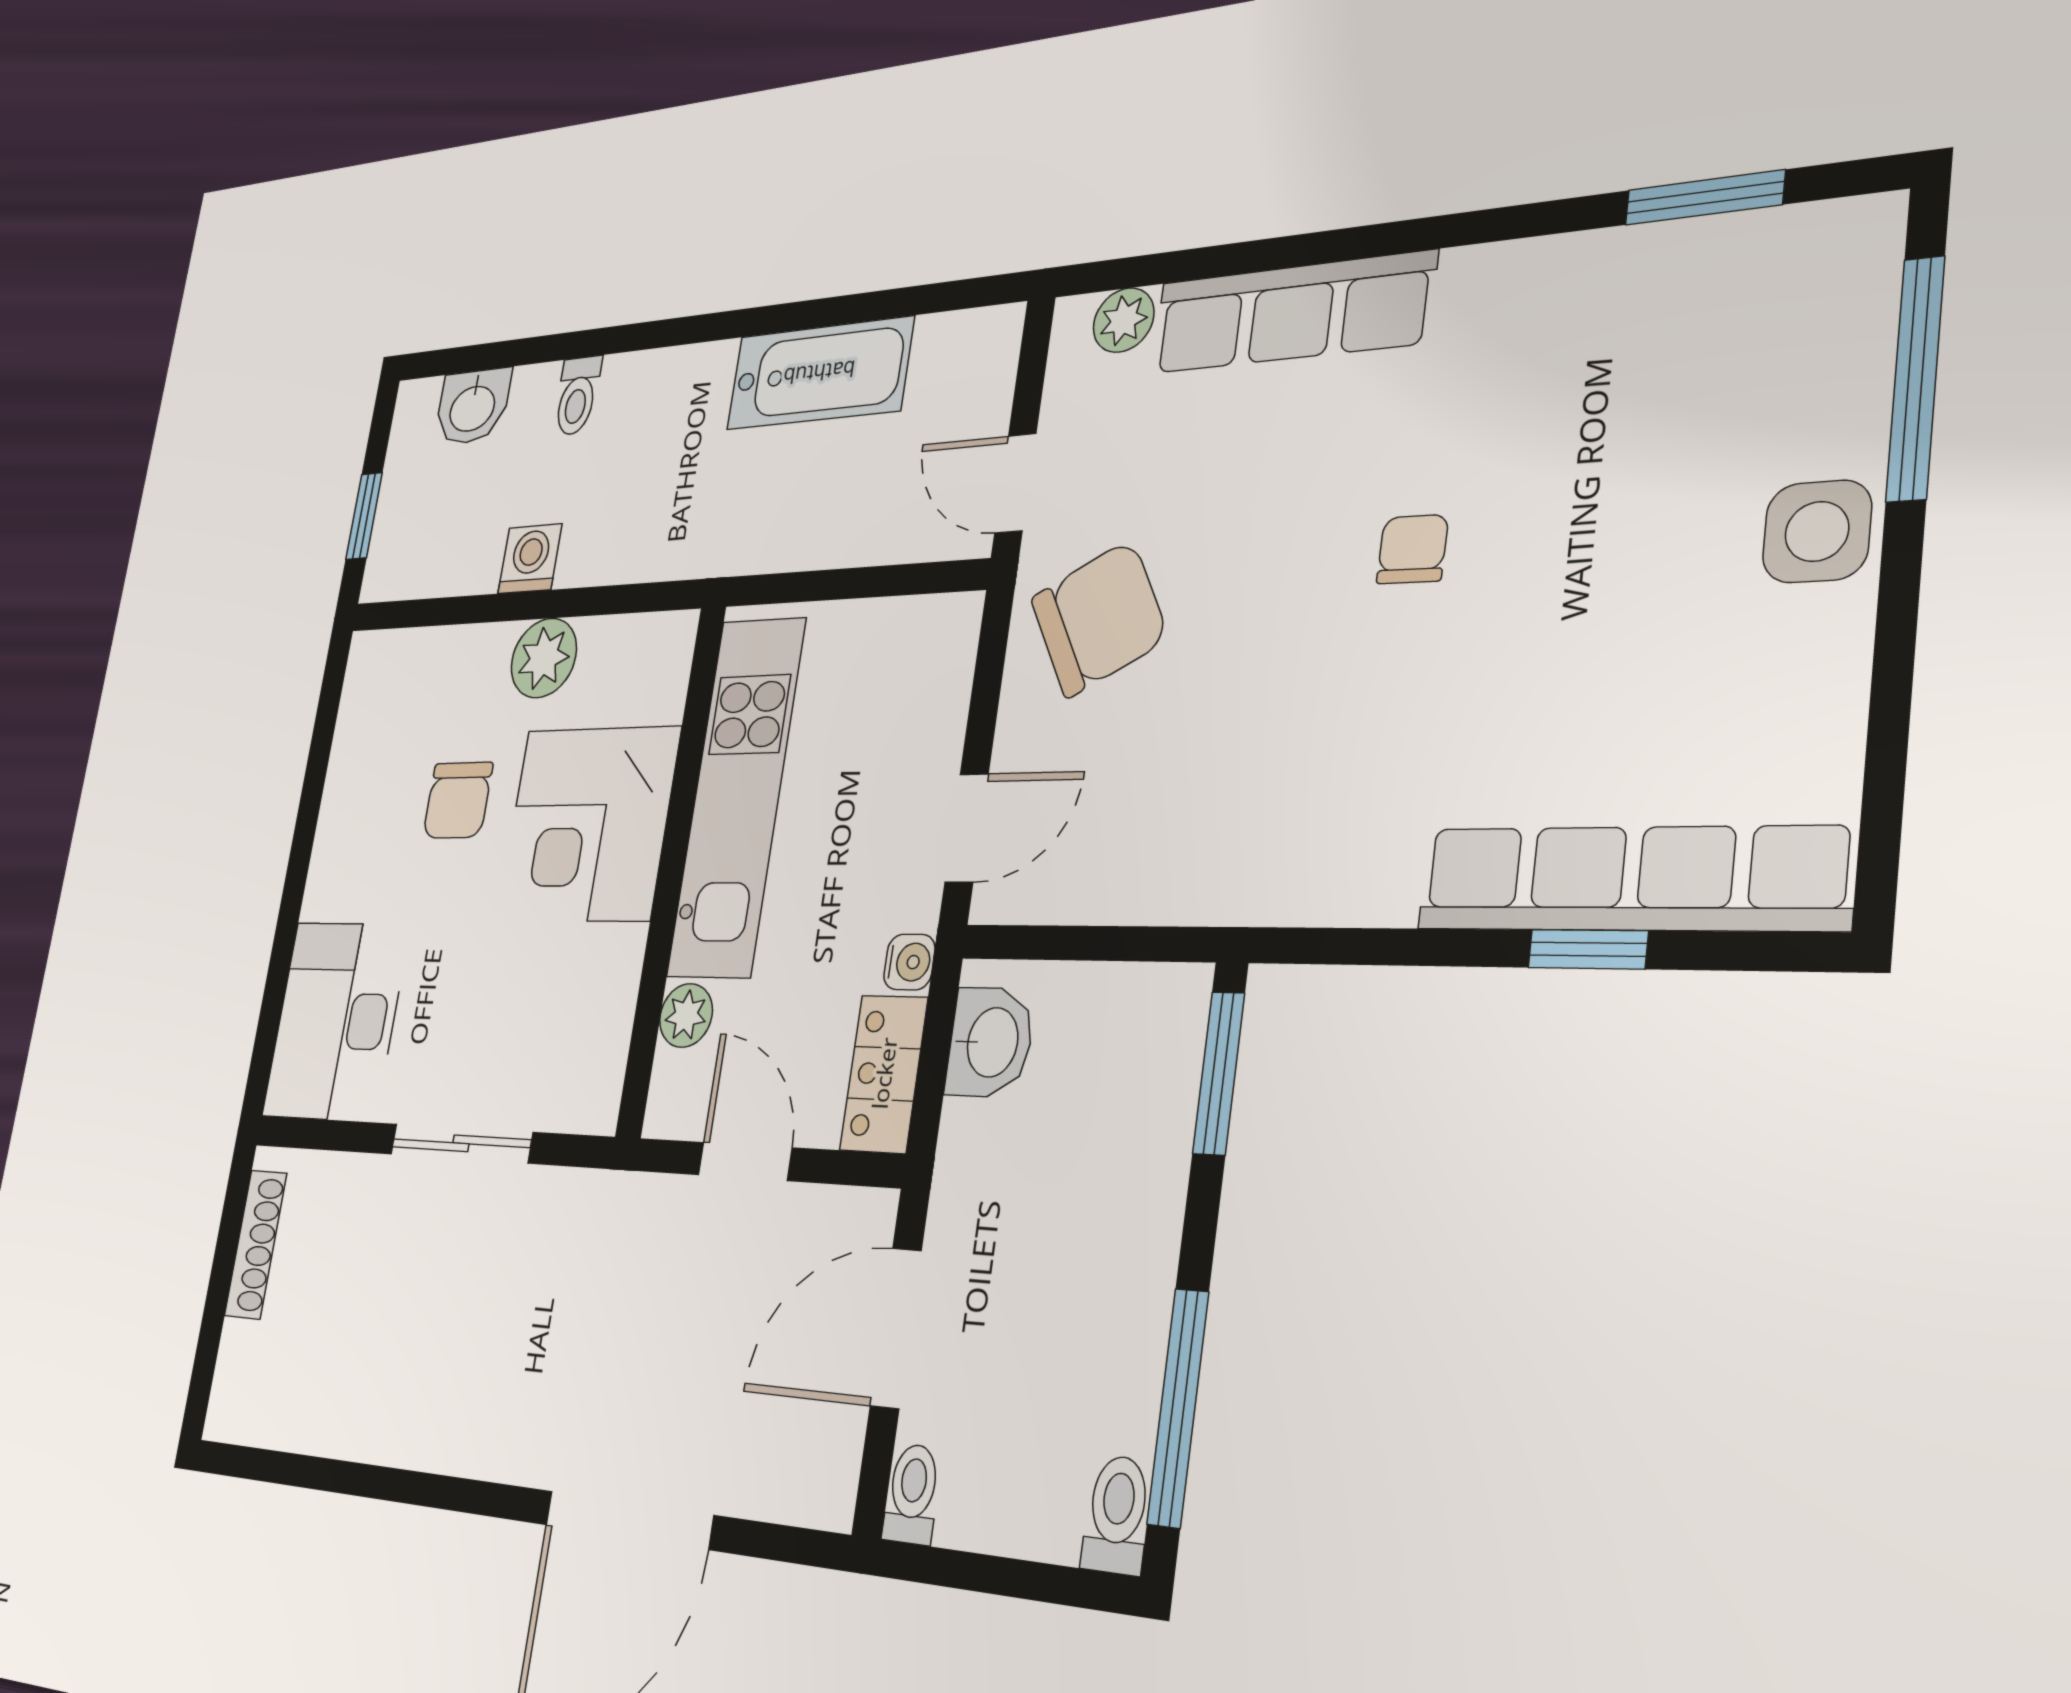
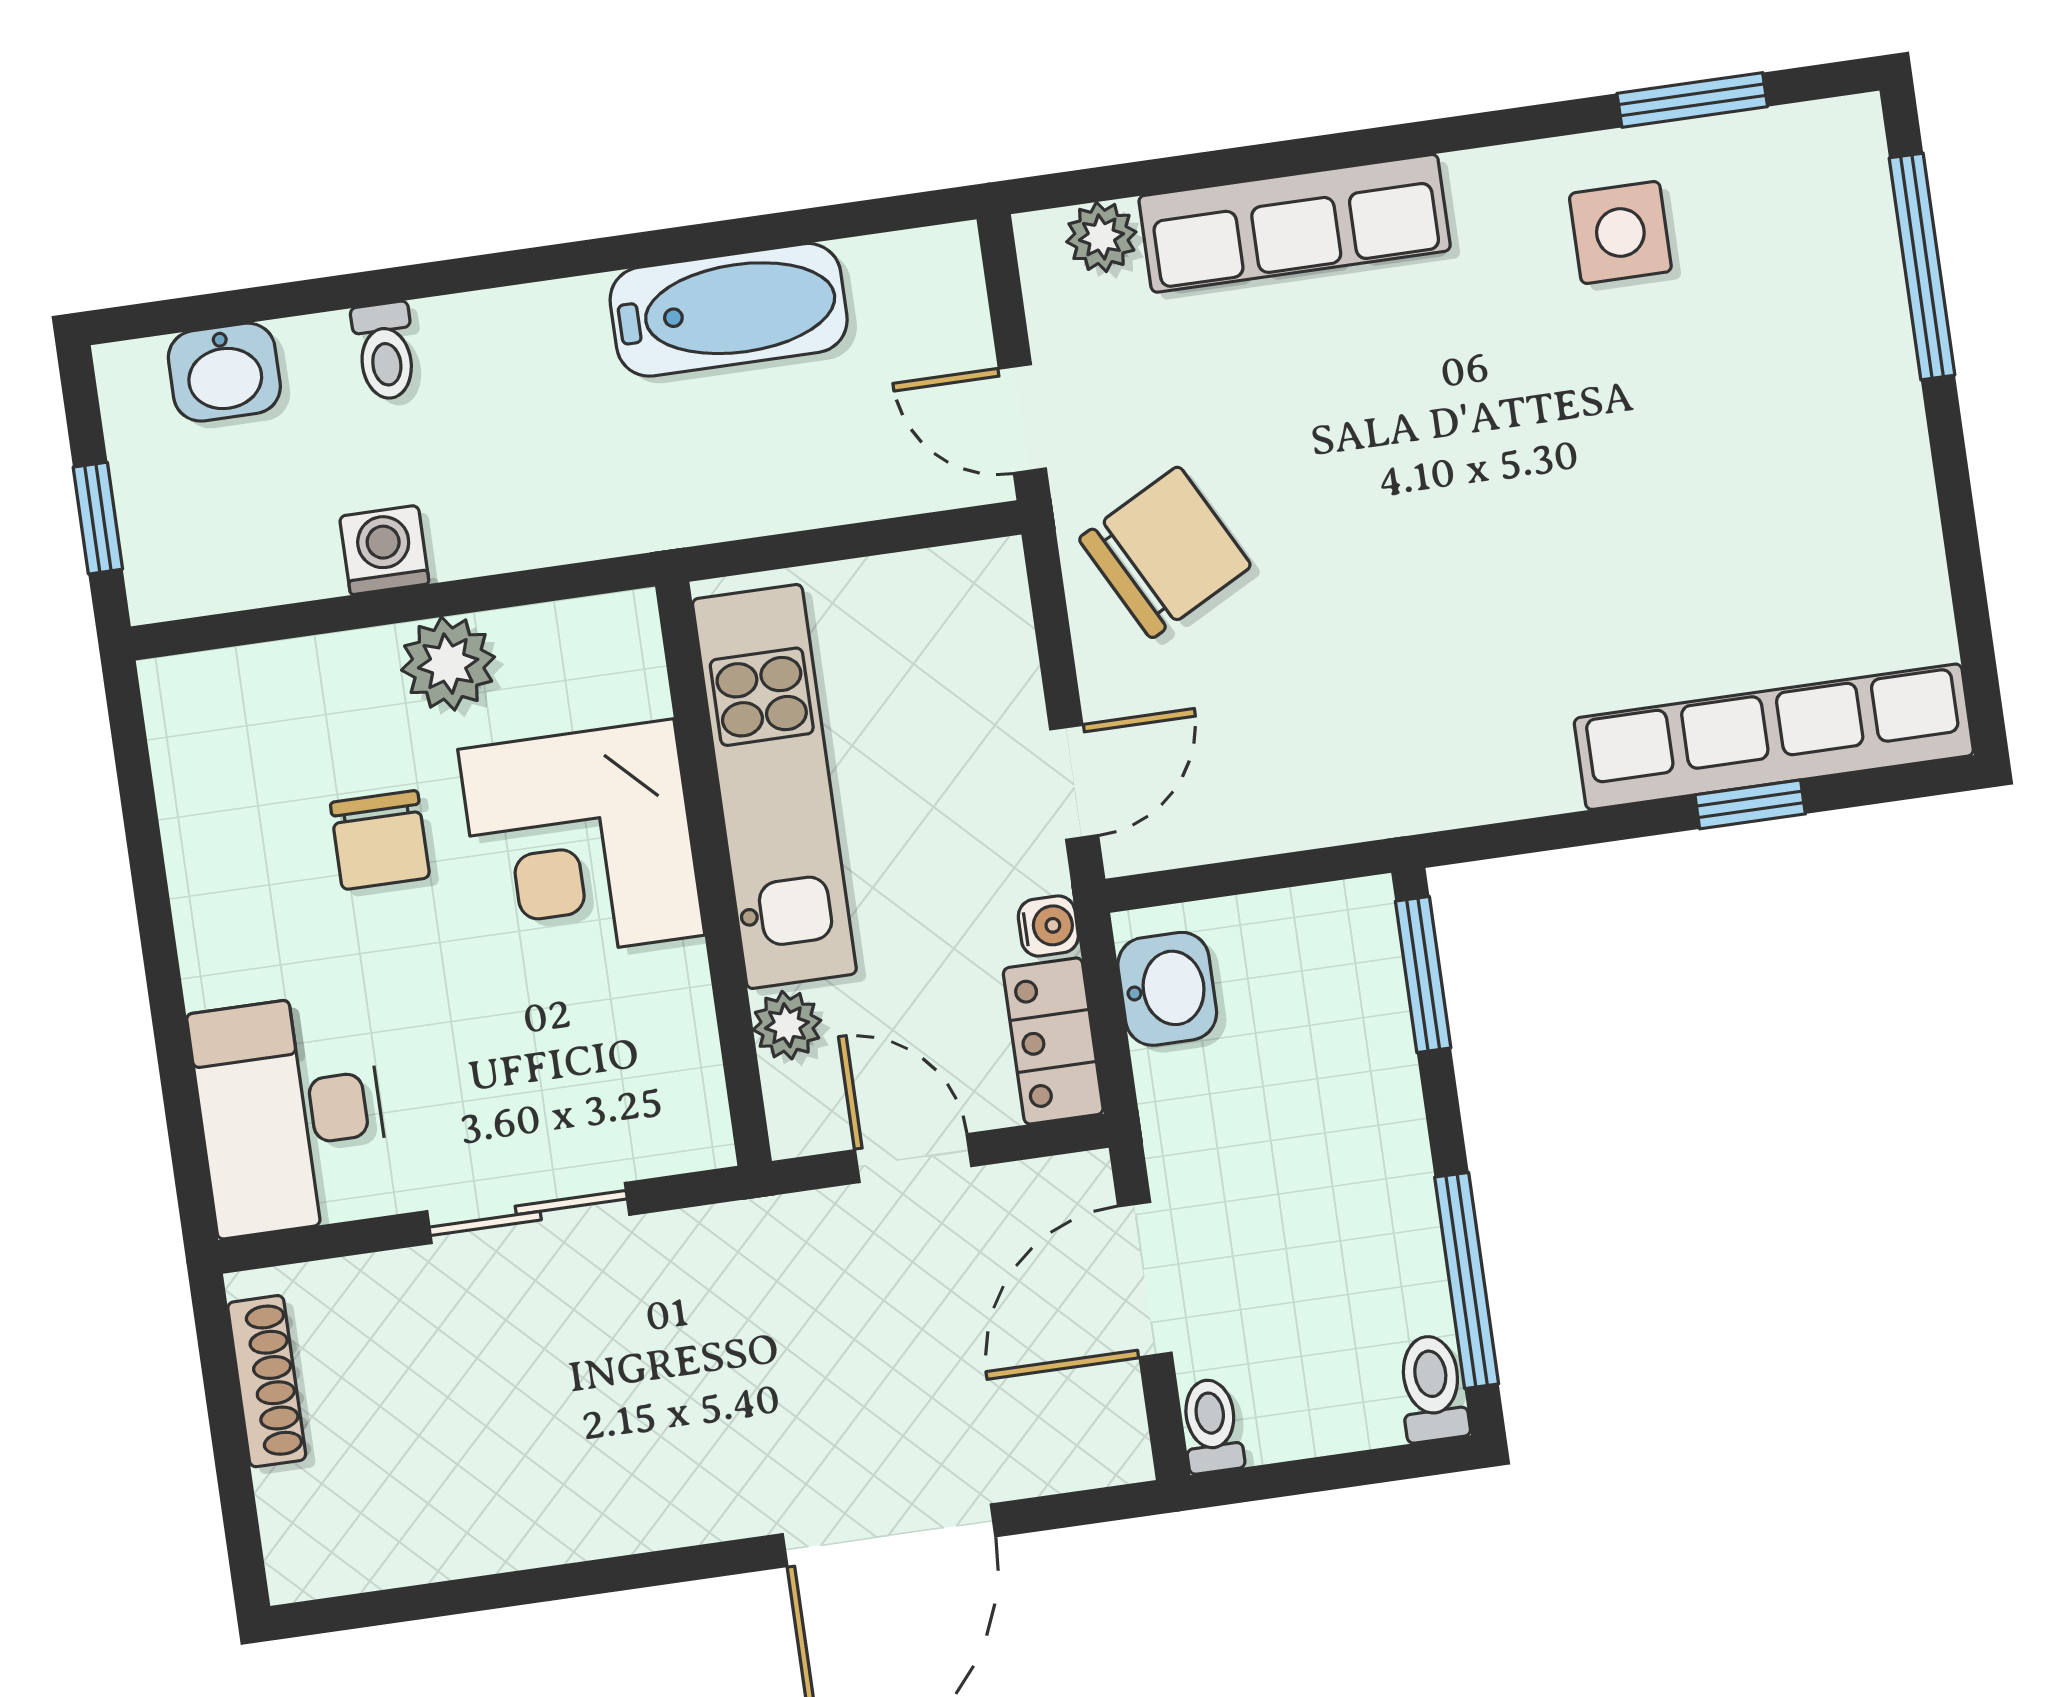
side table: (1817, 531) -> (1620, 232), moved
chair: (1413, 549) -> (1488, 455), removed

